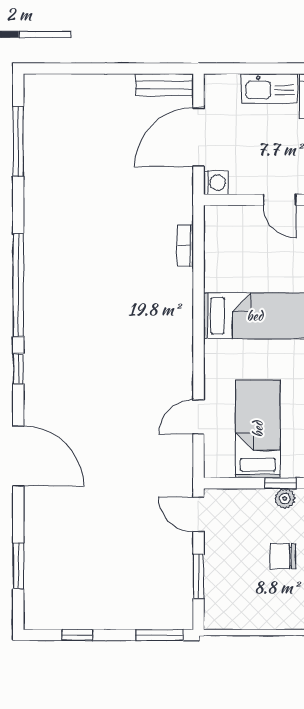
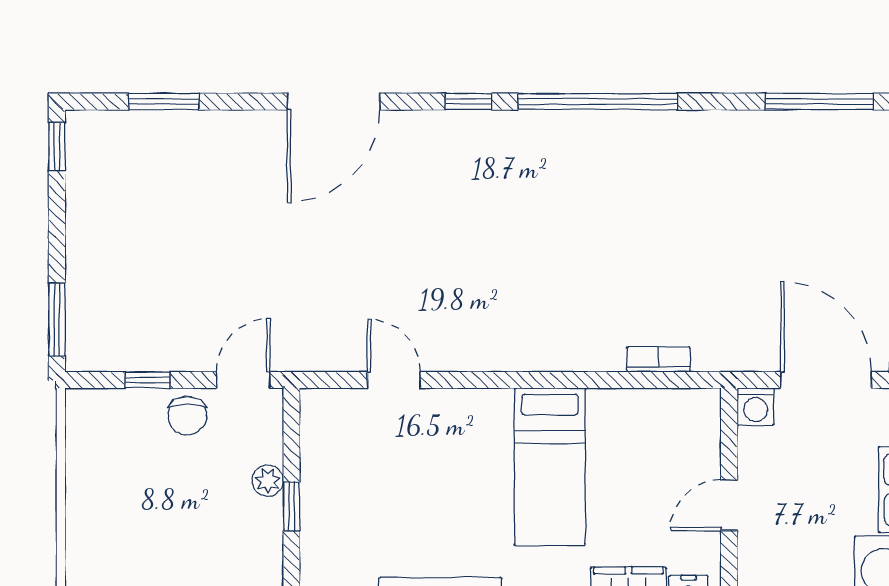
bed: (258, 429) -> (375, 472), removed
plant: (285, 498) -> (268, 481), moved
chair: (283, 556) -> (187, 416), moved, turned 180
window: (199, 576) -> (147, 380), width x0.67
window: (77, 635) -> (57, 147), moved

